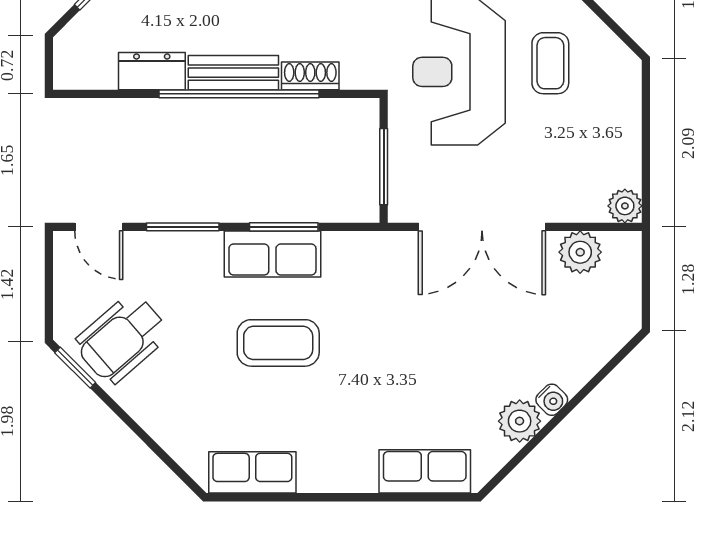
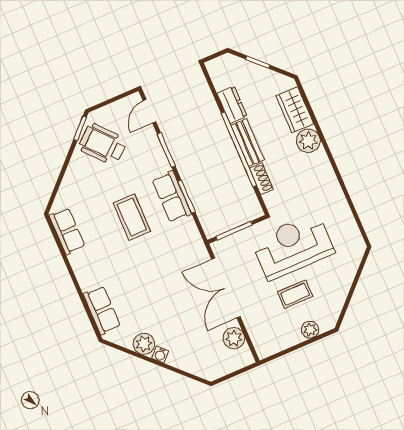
coffee table: (550, 63) -> (295, 294), moved
plant: (625, 206) -> (310, 330), moved

